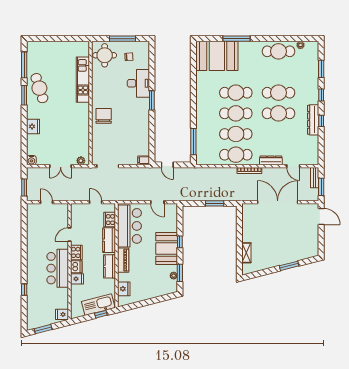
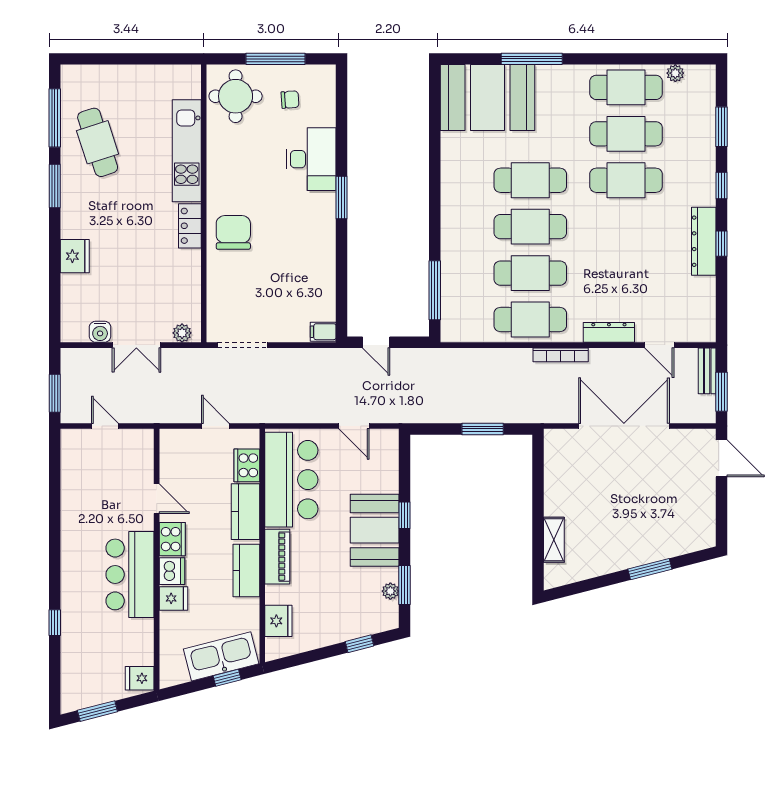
cafe table: (39, 88) -> (98, 142), moved
locker: (84, 113) -> (190, 226), added
cafe table: (278, 113) -> (626, 134), moved
water cooler: (31, 160) -> (100, 332), moved
door: (69, 234) -> (157, 499), swing flipped
window: (160, 299) -> (359, 644), added

